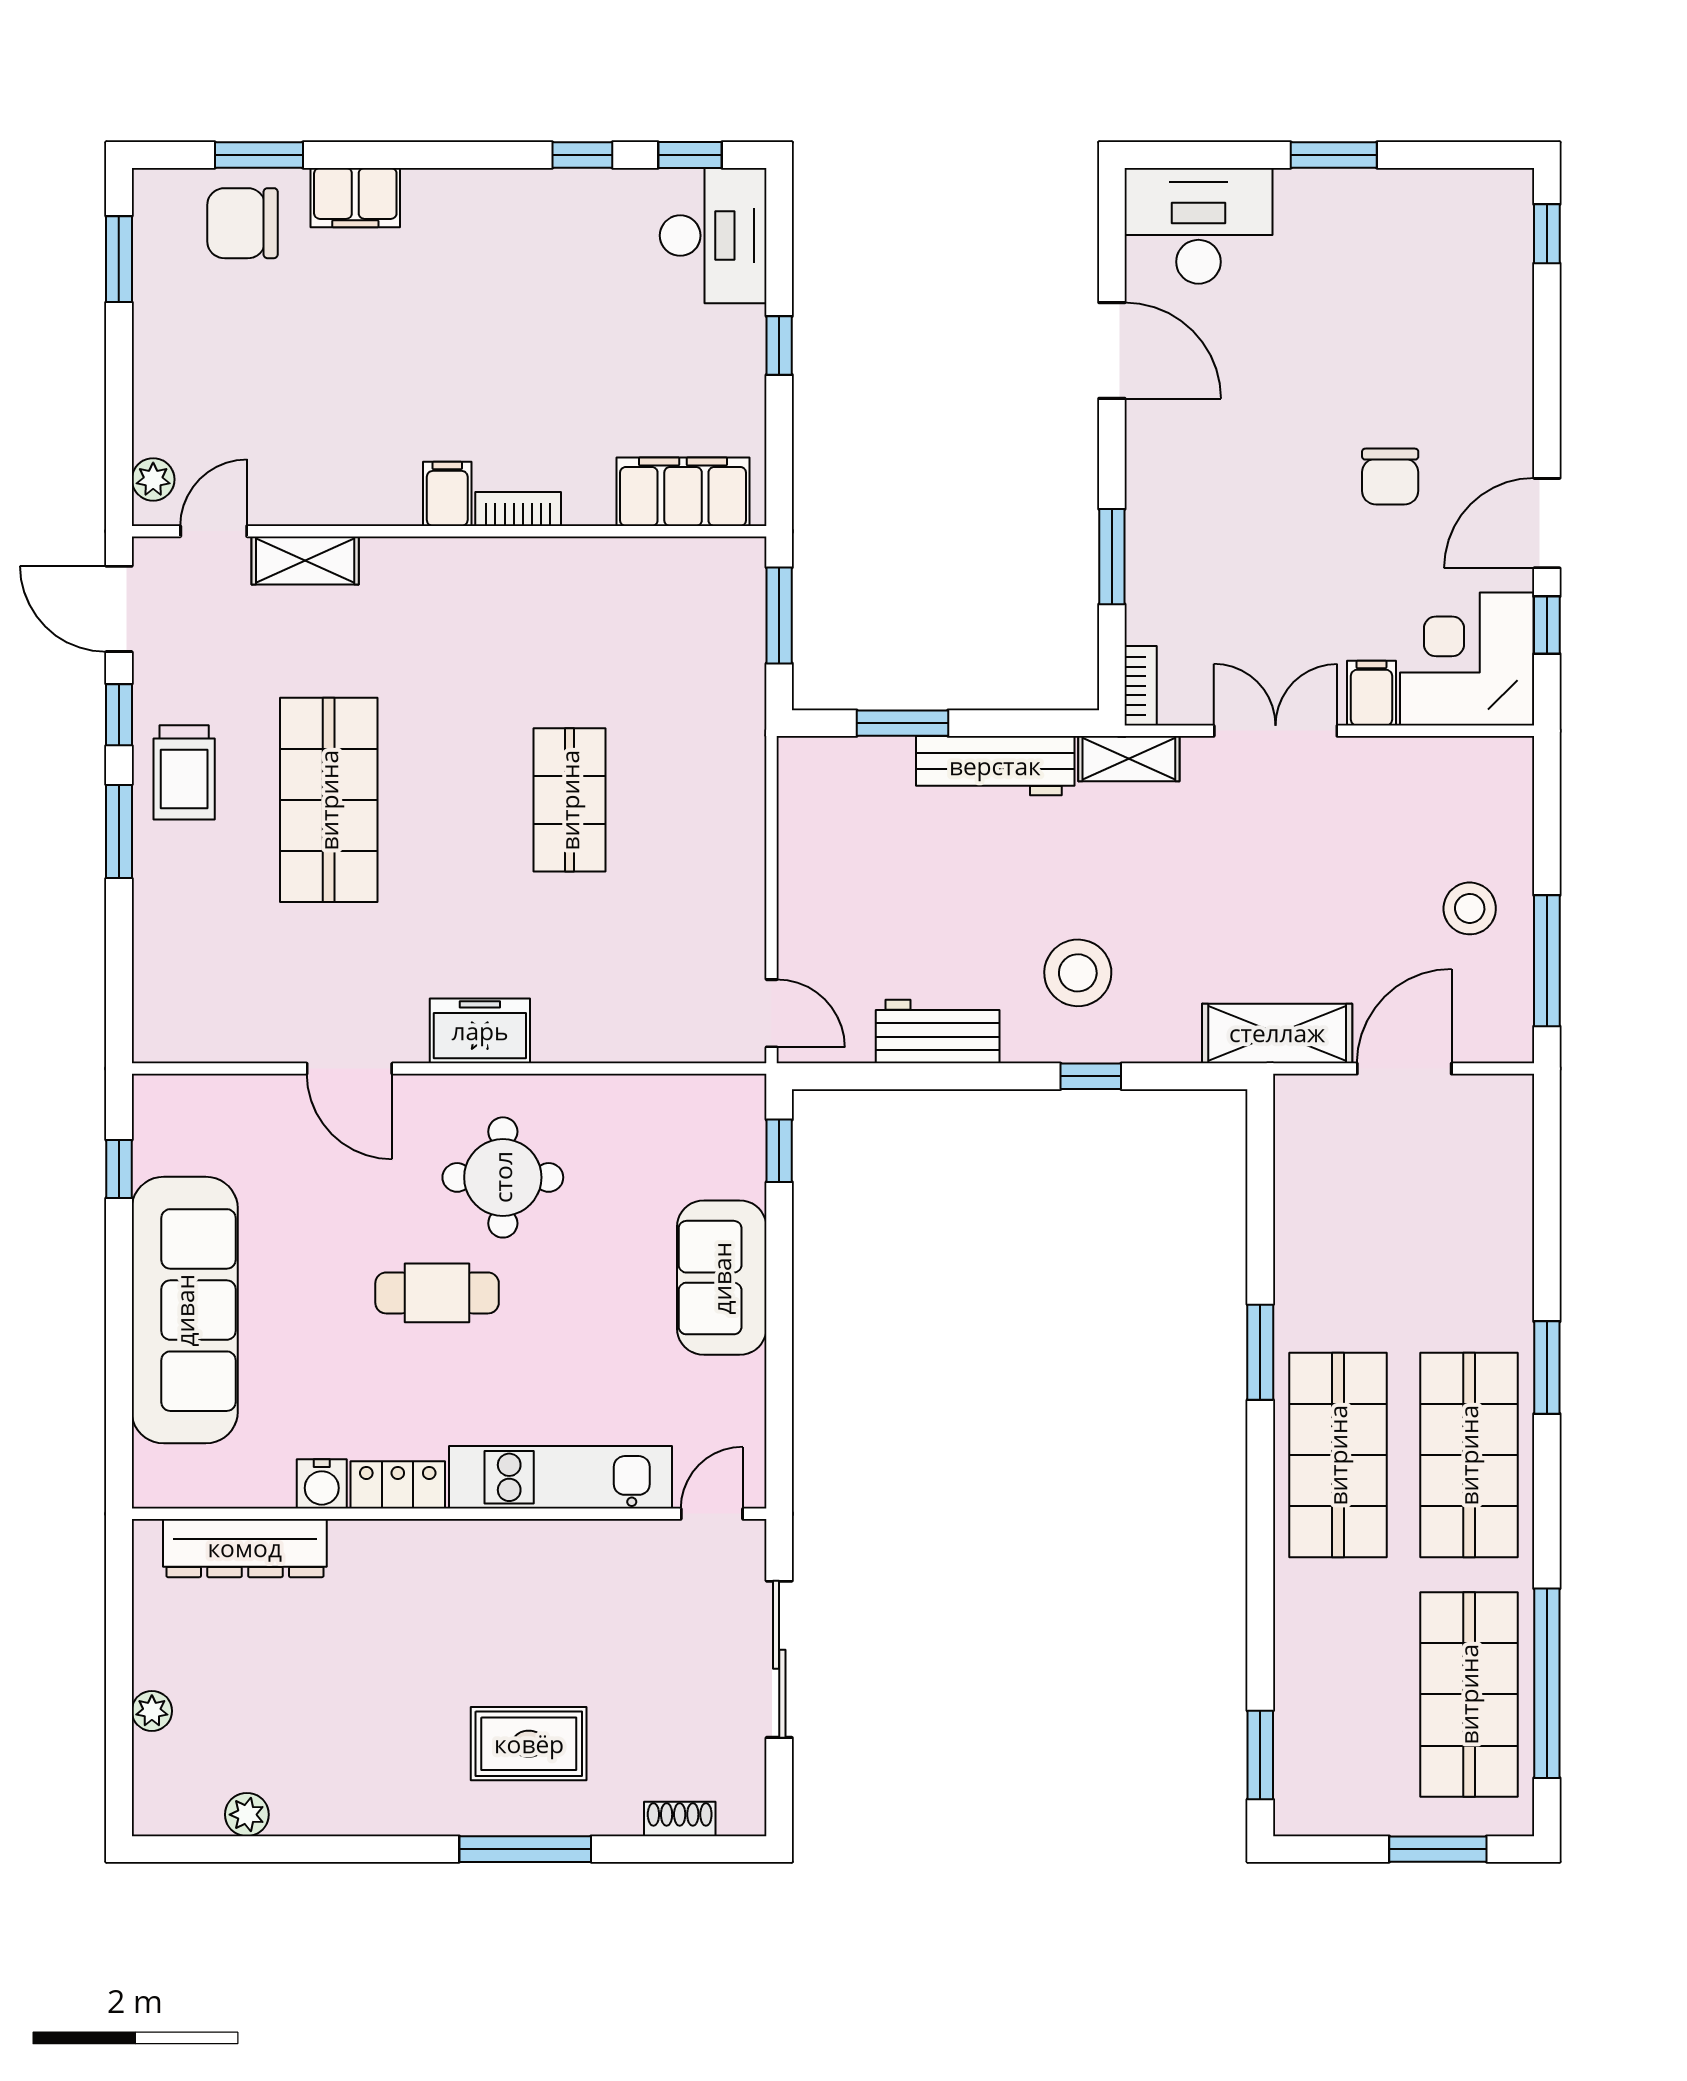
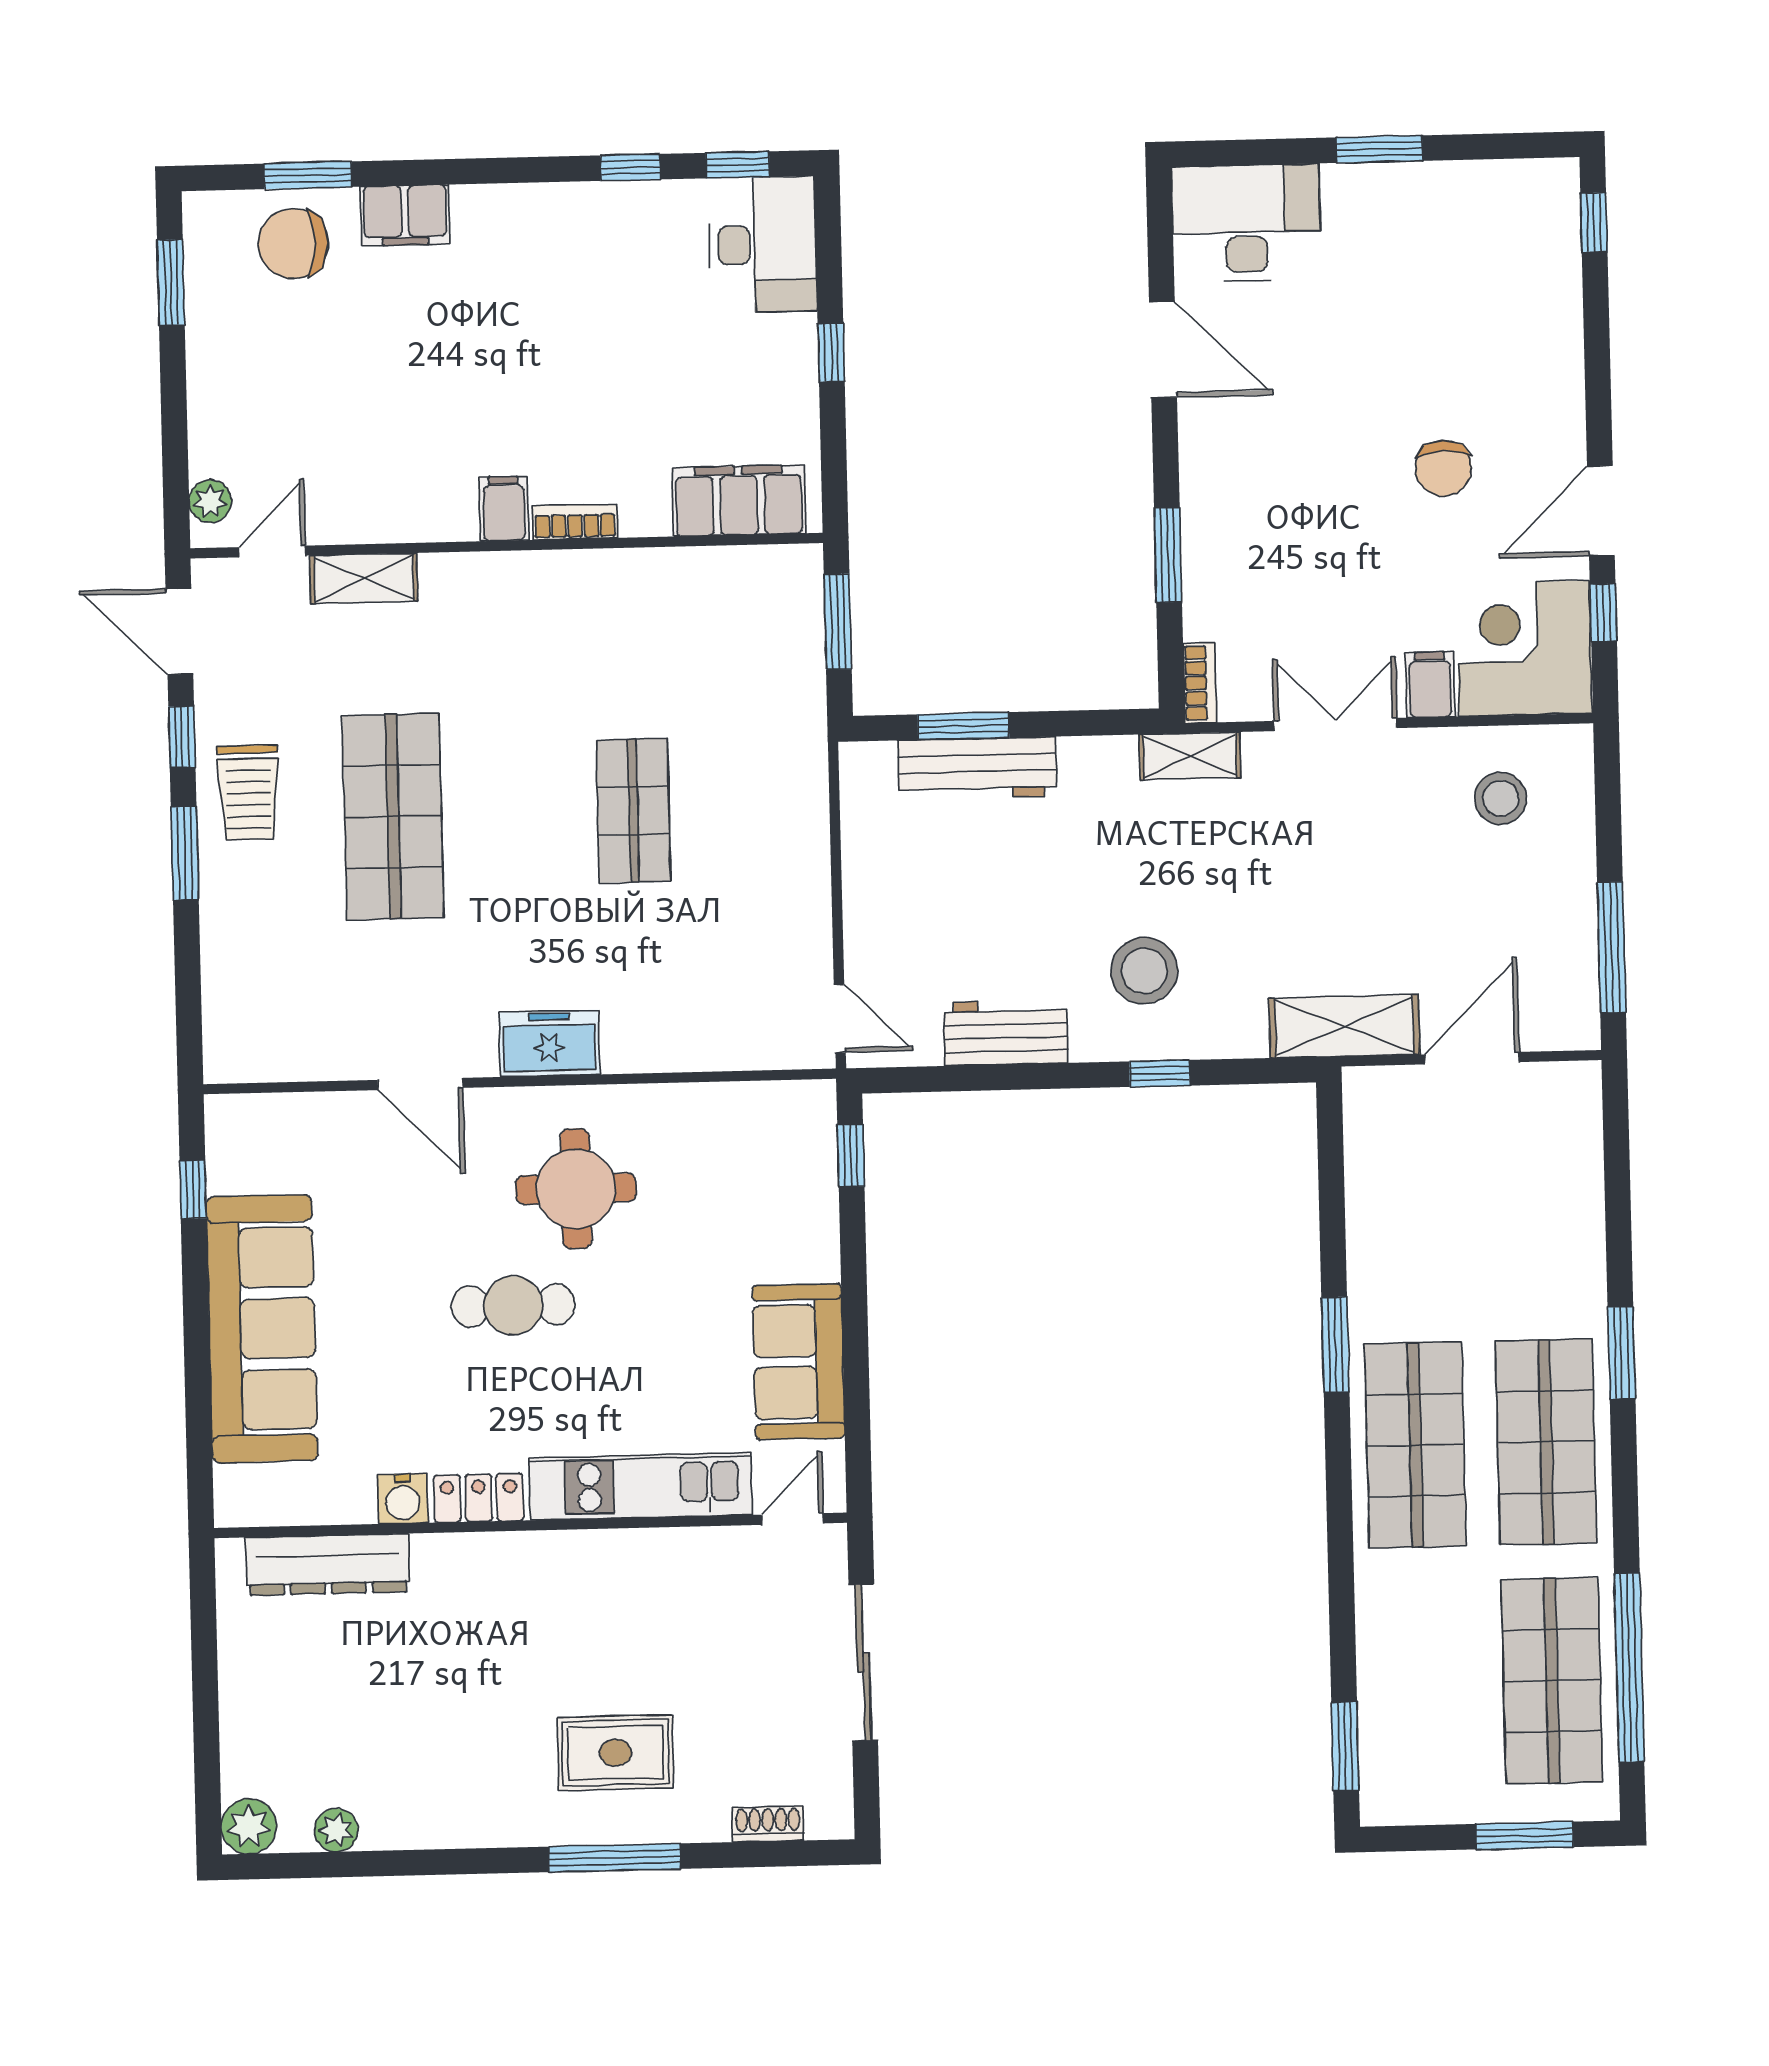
workbench: (995, 766) -> (977, 768), moved
stool: (1470, 908) -> (1501, 798), moved
sofa: (722, 1278) -> (798, 1362), moved
plant: (152, 1711) -> (249, 1826), moved, width x1.38, depth x1.38

